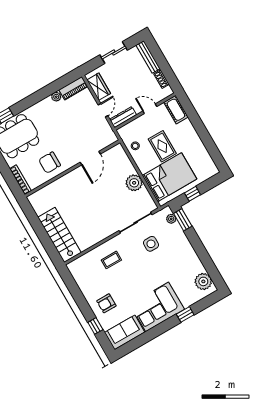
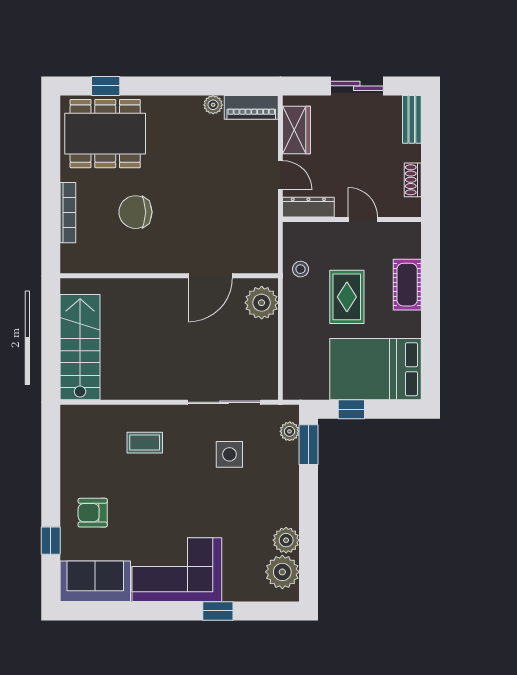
bench: (148, 57) -> (412, 119), width x0.73
door: (103, 110) -> (280, 175), hinge flipped
cot: (176, 110) -> (407, 285), moved
door: (90, 158) -> (210, 276), moved
wall: (72, 169) -> (169, 276), moved
bed: (170, 177) -> (375, 369), moved, turned 180
plant: (134, 183) -> (262, 303), moved
plant: (197, 267) -> (286, 540), added

